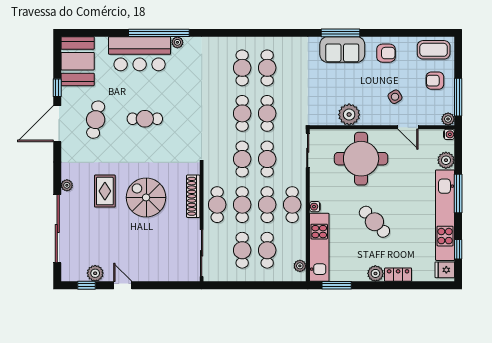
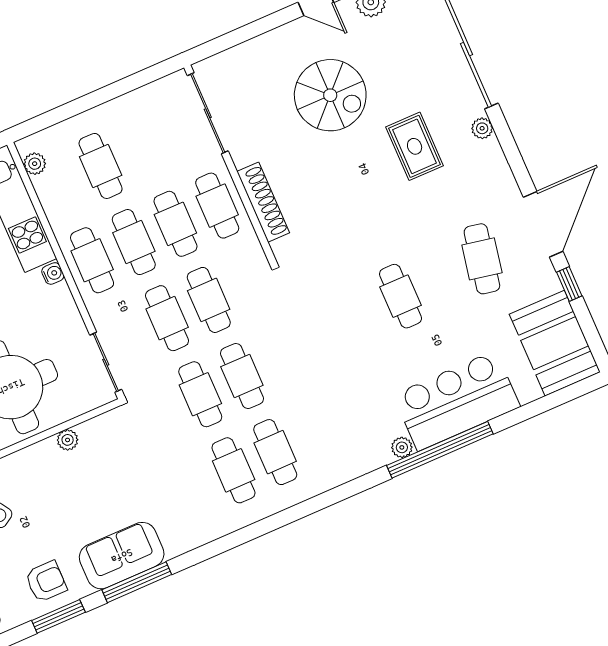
window: (387, 33) -> (58, 616), added
armchair: (386, 53) -> (46, 581), turned 180
plant: (349, 115) -> (68, 440), width x0.53, depth x0.53
cafe table: (145, 119) -> (401, 296), turned 90
spiral stairs: (146, 197) -> (330, 95), moved
cafe table: (242, 250) -> (142, 148), removed

